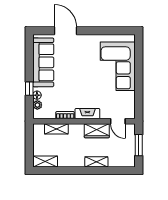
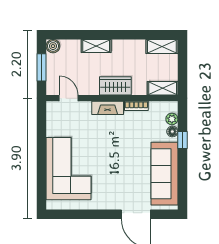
shelving: (56, 129) -> (163, 88), moved
wardrobe: (97, 131) -> (115, 86), moved
boiler: (130, 162) -> (53, 46), added

